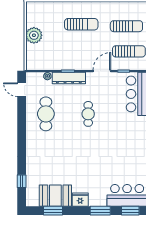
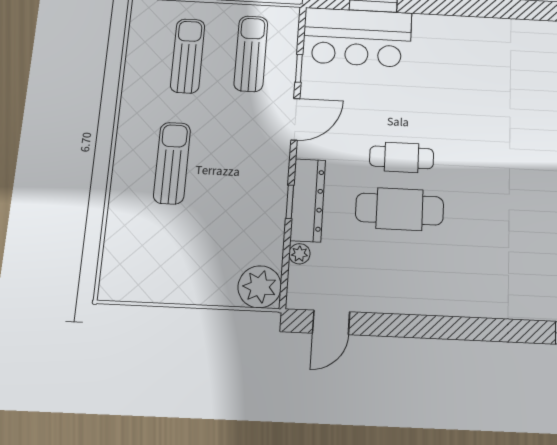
plant: (34, 35) -> (260, 287), moved
door: (102, 71) -> (295, 119), swing flipped
cafe table: (46, 114) -> (400, 209), moved

